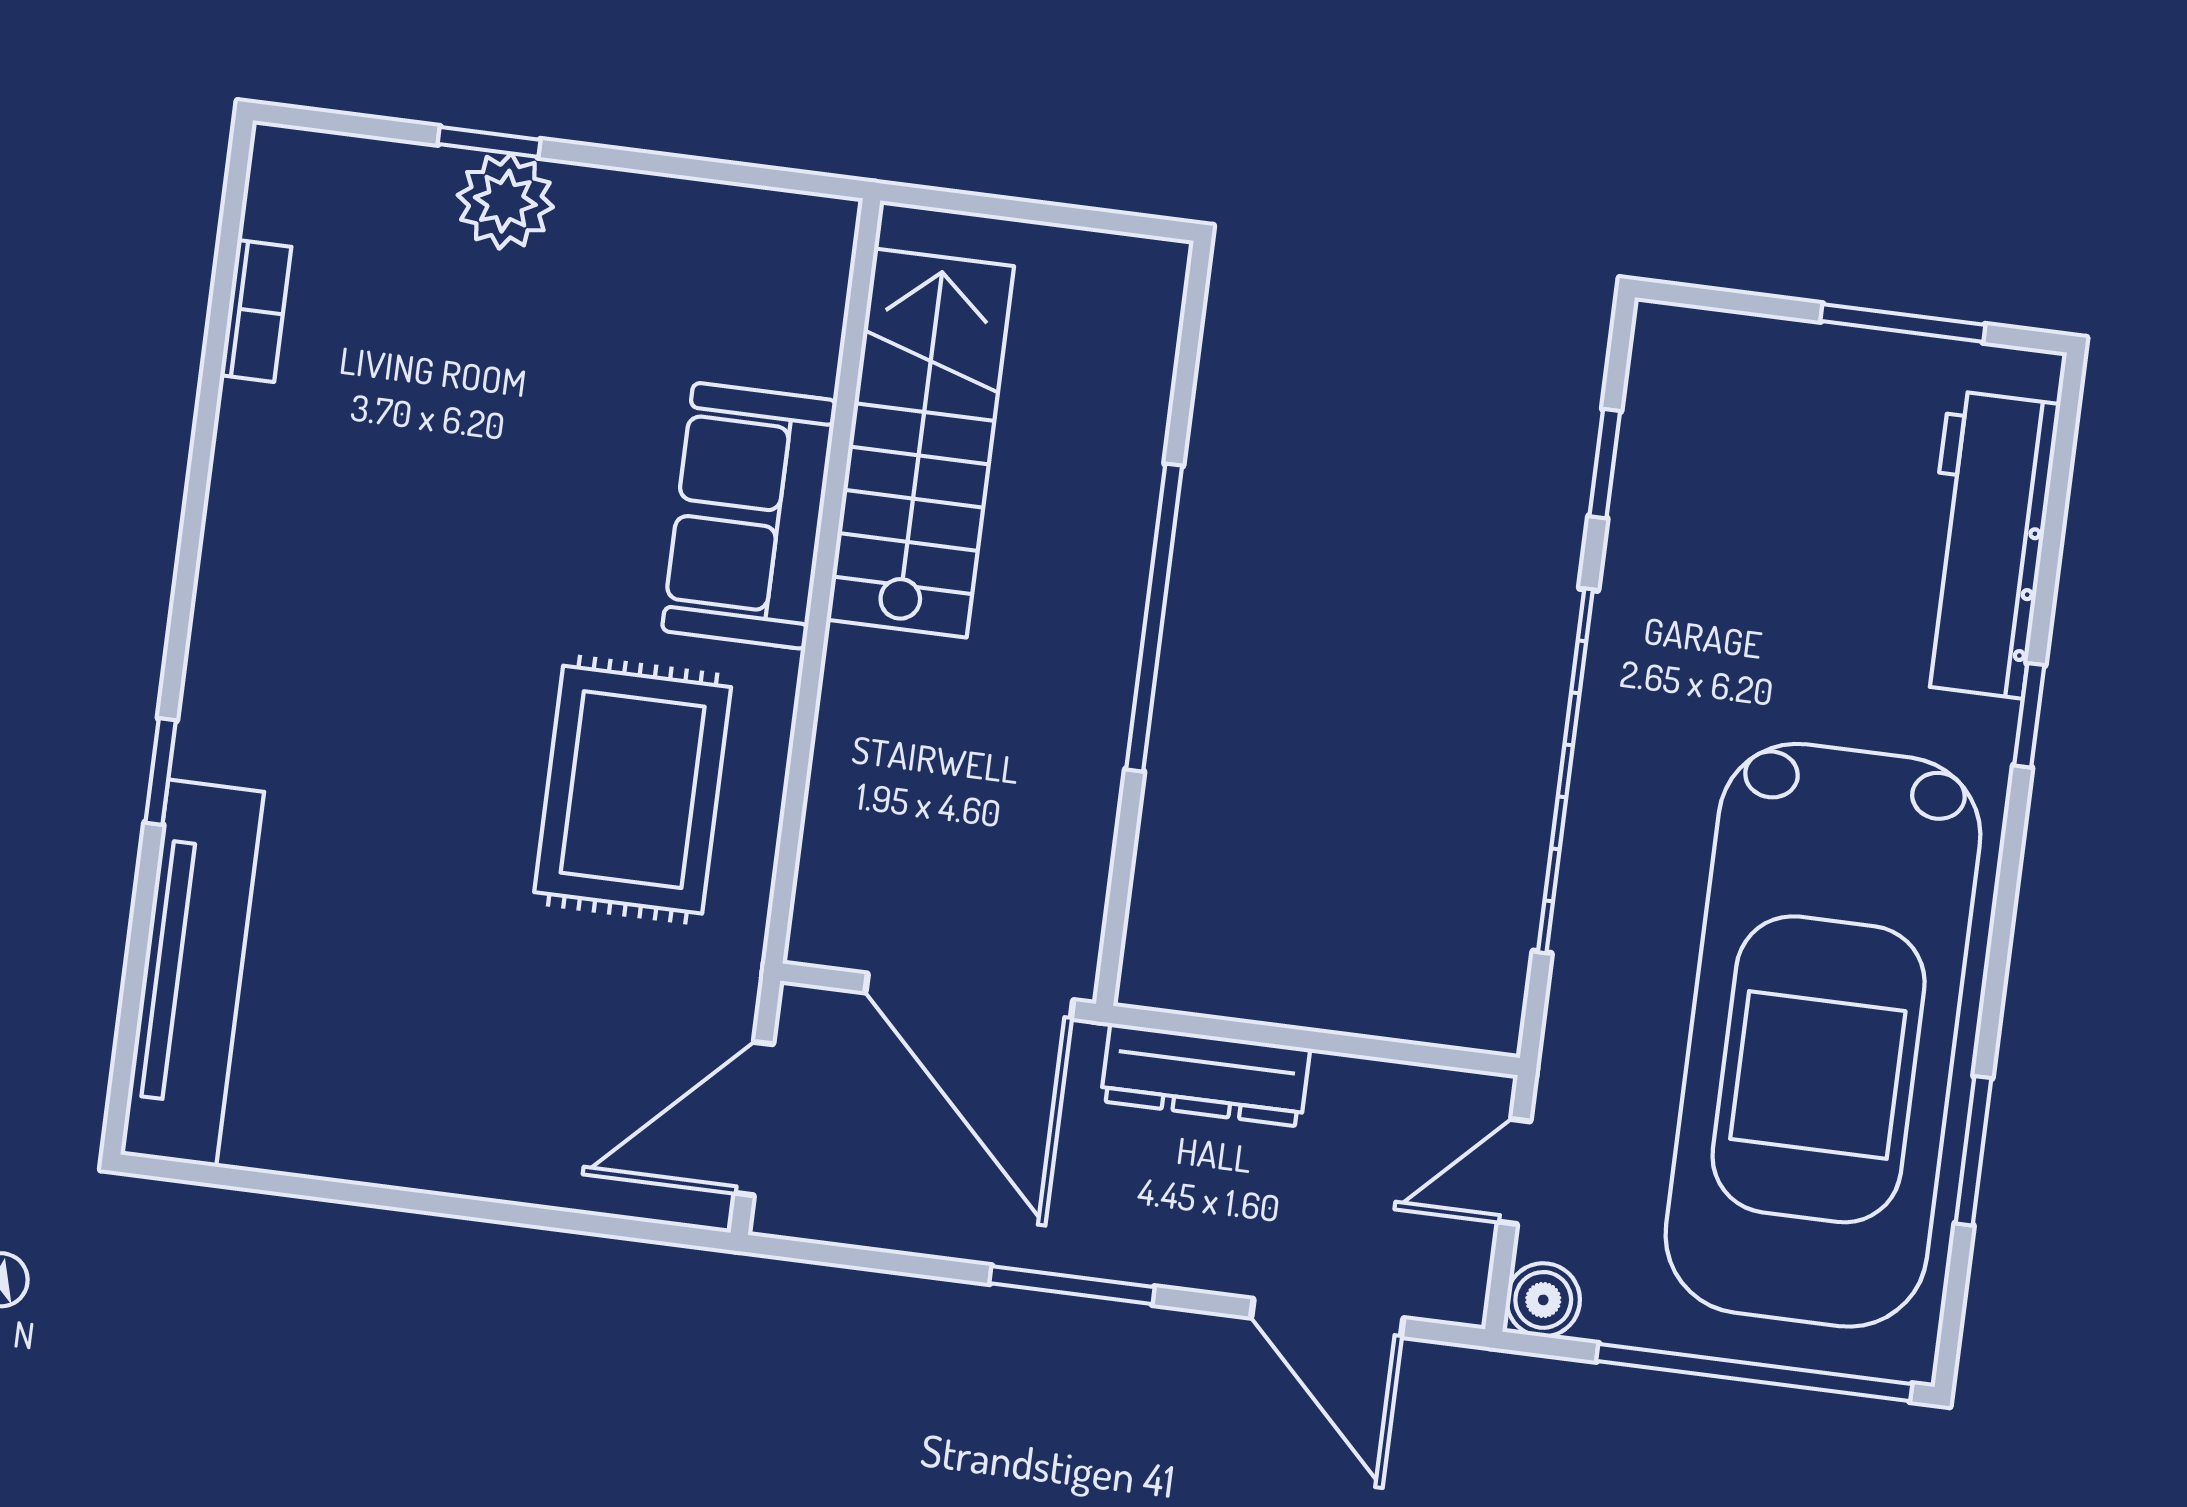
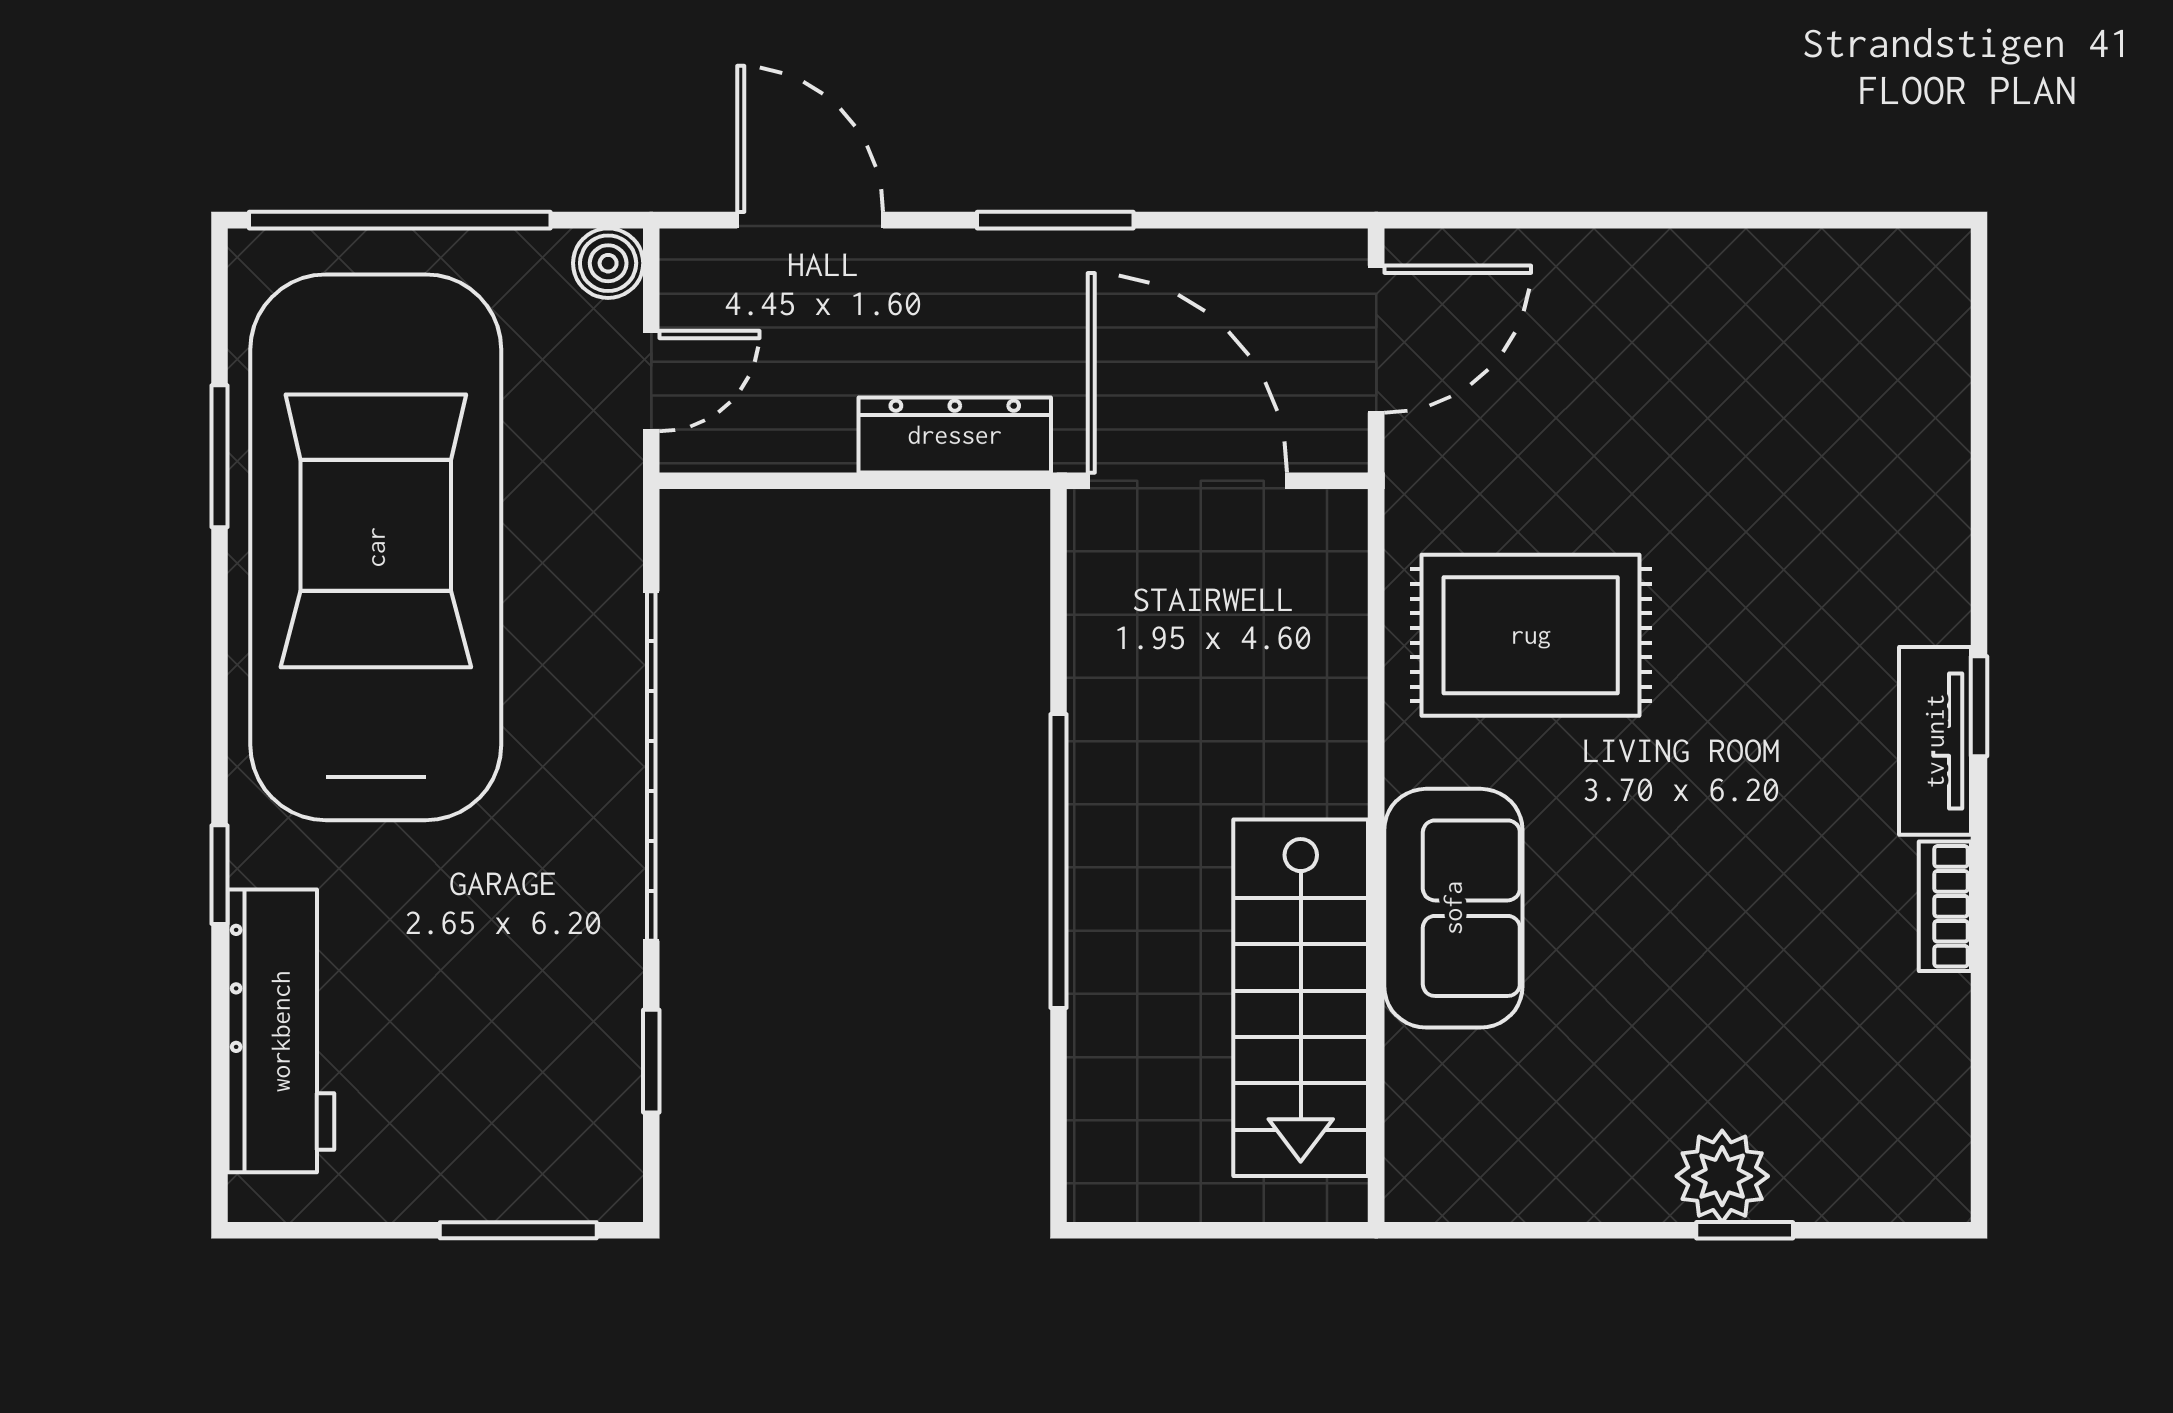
bookcase: (256, 311) -> (1945, 906), moved
window: (1903, 323) -> (518, 1230), moved
window: (161, 771) -> (1979, 706), moved
rug: (633, 790) -> (1531, 635), turned 90
tv unit: (192, 973) -> (1935, 741), moved, width x0.52, depth x0.78

